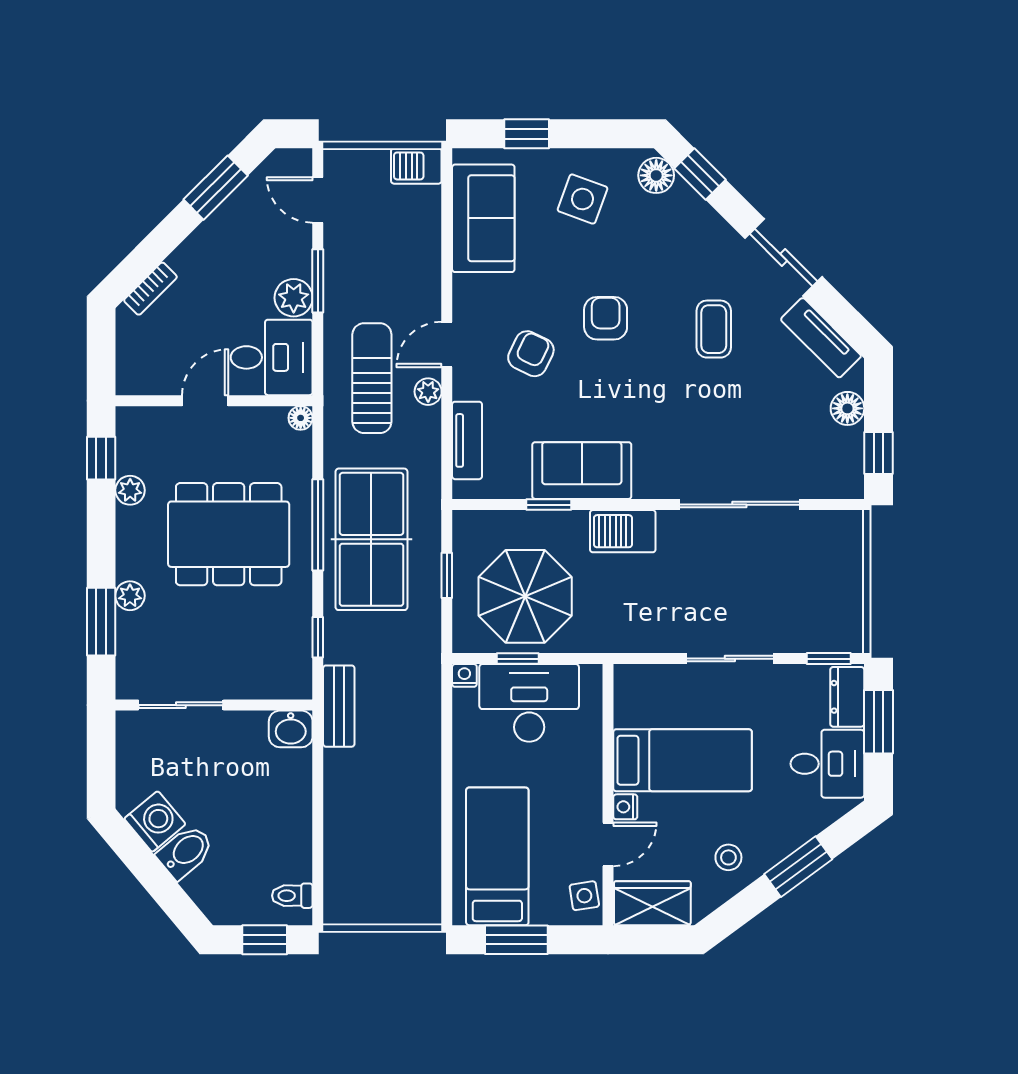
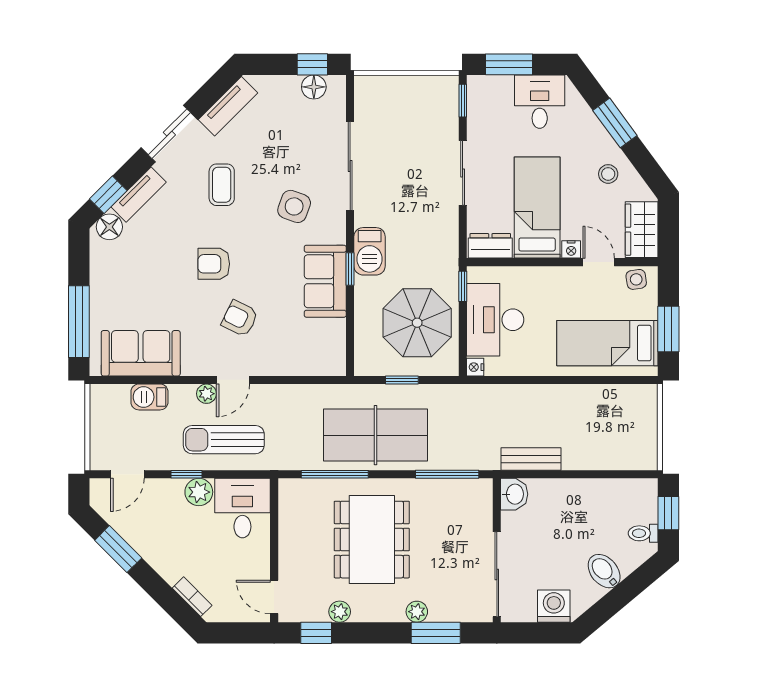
window: (527, 134) -> (79, 322), width x2.17
barbecue: (416, 166) -> (149, 397), moved, turned 90
side table: (582, 199) -> (294, 206), moved
window: (318, 281) -> (187, 474), width x0.67
coffee table: (714, 329) -> (222, 185), turned 90
door: (447, 344) -> (233, 380), hinge flipped
sun lounger: (372, 378) -> (224, 440), moved
plant: (428, 392) -> (206, 394), moved
door: (205, 401) -> (274, 597), moved
floor lamp: (847, 408) -> (314, 87), moved
floor lamp: (301, 418) -> (287, 487), removed
tv unit: (467, 440) -> (139, 195), moved, turned 135
window: (549, 505) -> (350, 269), moved
window: (318, 525) -> (335, 474), moved
window: (318, 637) -> (447, 474), width x2.17
window: (518, 659) -> (463, 286), moved
dresser: (847, 697) -> (490, 246), moved, turned 180
sliding door: (181, 705) -> (497, 574), width x1.37
bench: (339, 706) -> (531, 459), moved
washing machine: (155, 821) -> (554, 606), moved, turned 40
toilet: (292, 896) -> (643, 533), moved, turned 90

